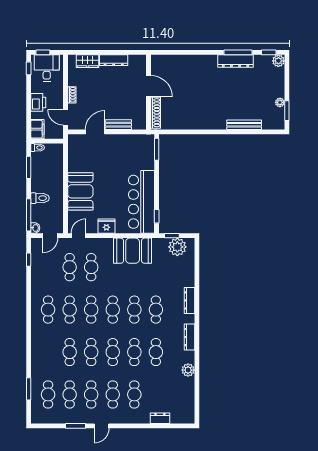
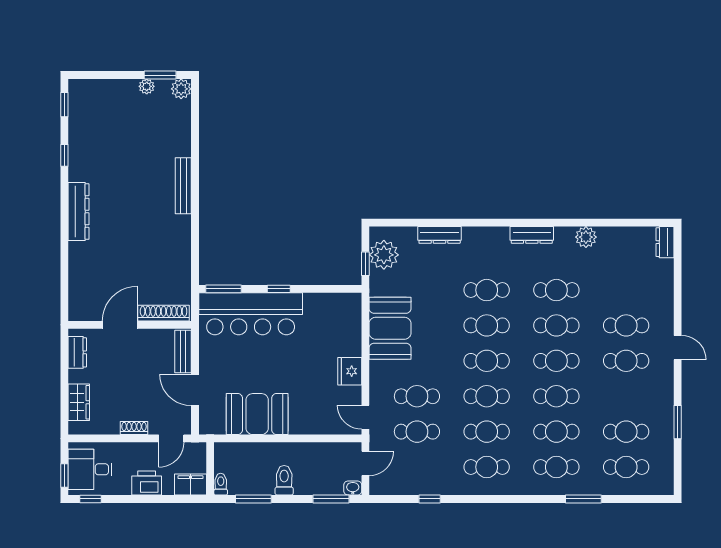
window: (238, 52) -> (64, 155), width x0.46
dresser: (114, 60) -> (77, 352), width x0.70
dresser: (235, 61) -> (79, 212), moved
plant: (278, 61) -> (181, 89), moved
door: (148, 86) -> (120, 325), moved
wall: (148, 92) -> (130, 325), moved
shoe rack: (156, 113) -> (164, 313), moved
bench: (244, 125) -> (183, 186), moved
booth: (80, 191) -> (257, 414), moved
toilet: (40, 198) -> (284, 480), moved
bar counter: (141, 202) -> (251, 314), moved
window: (29, 215) -> (331, 499), width x0.69
window: (157, 216) -> (279, 289), moved
door: (50, 236) -> (365, 463), hinge flipped
window: (29, 260) -> (430, 499), moved
dresser: (189, 300) -> (440, 235), moved
window: (29, 389) -> (583, 499), moved
cafe table: (91, 394) -> (556, 467), moved
dresser: (160, 418) -> (665, 242), moved
door: (102, 426) -> (678, 348), moved

